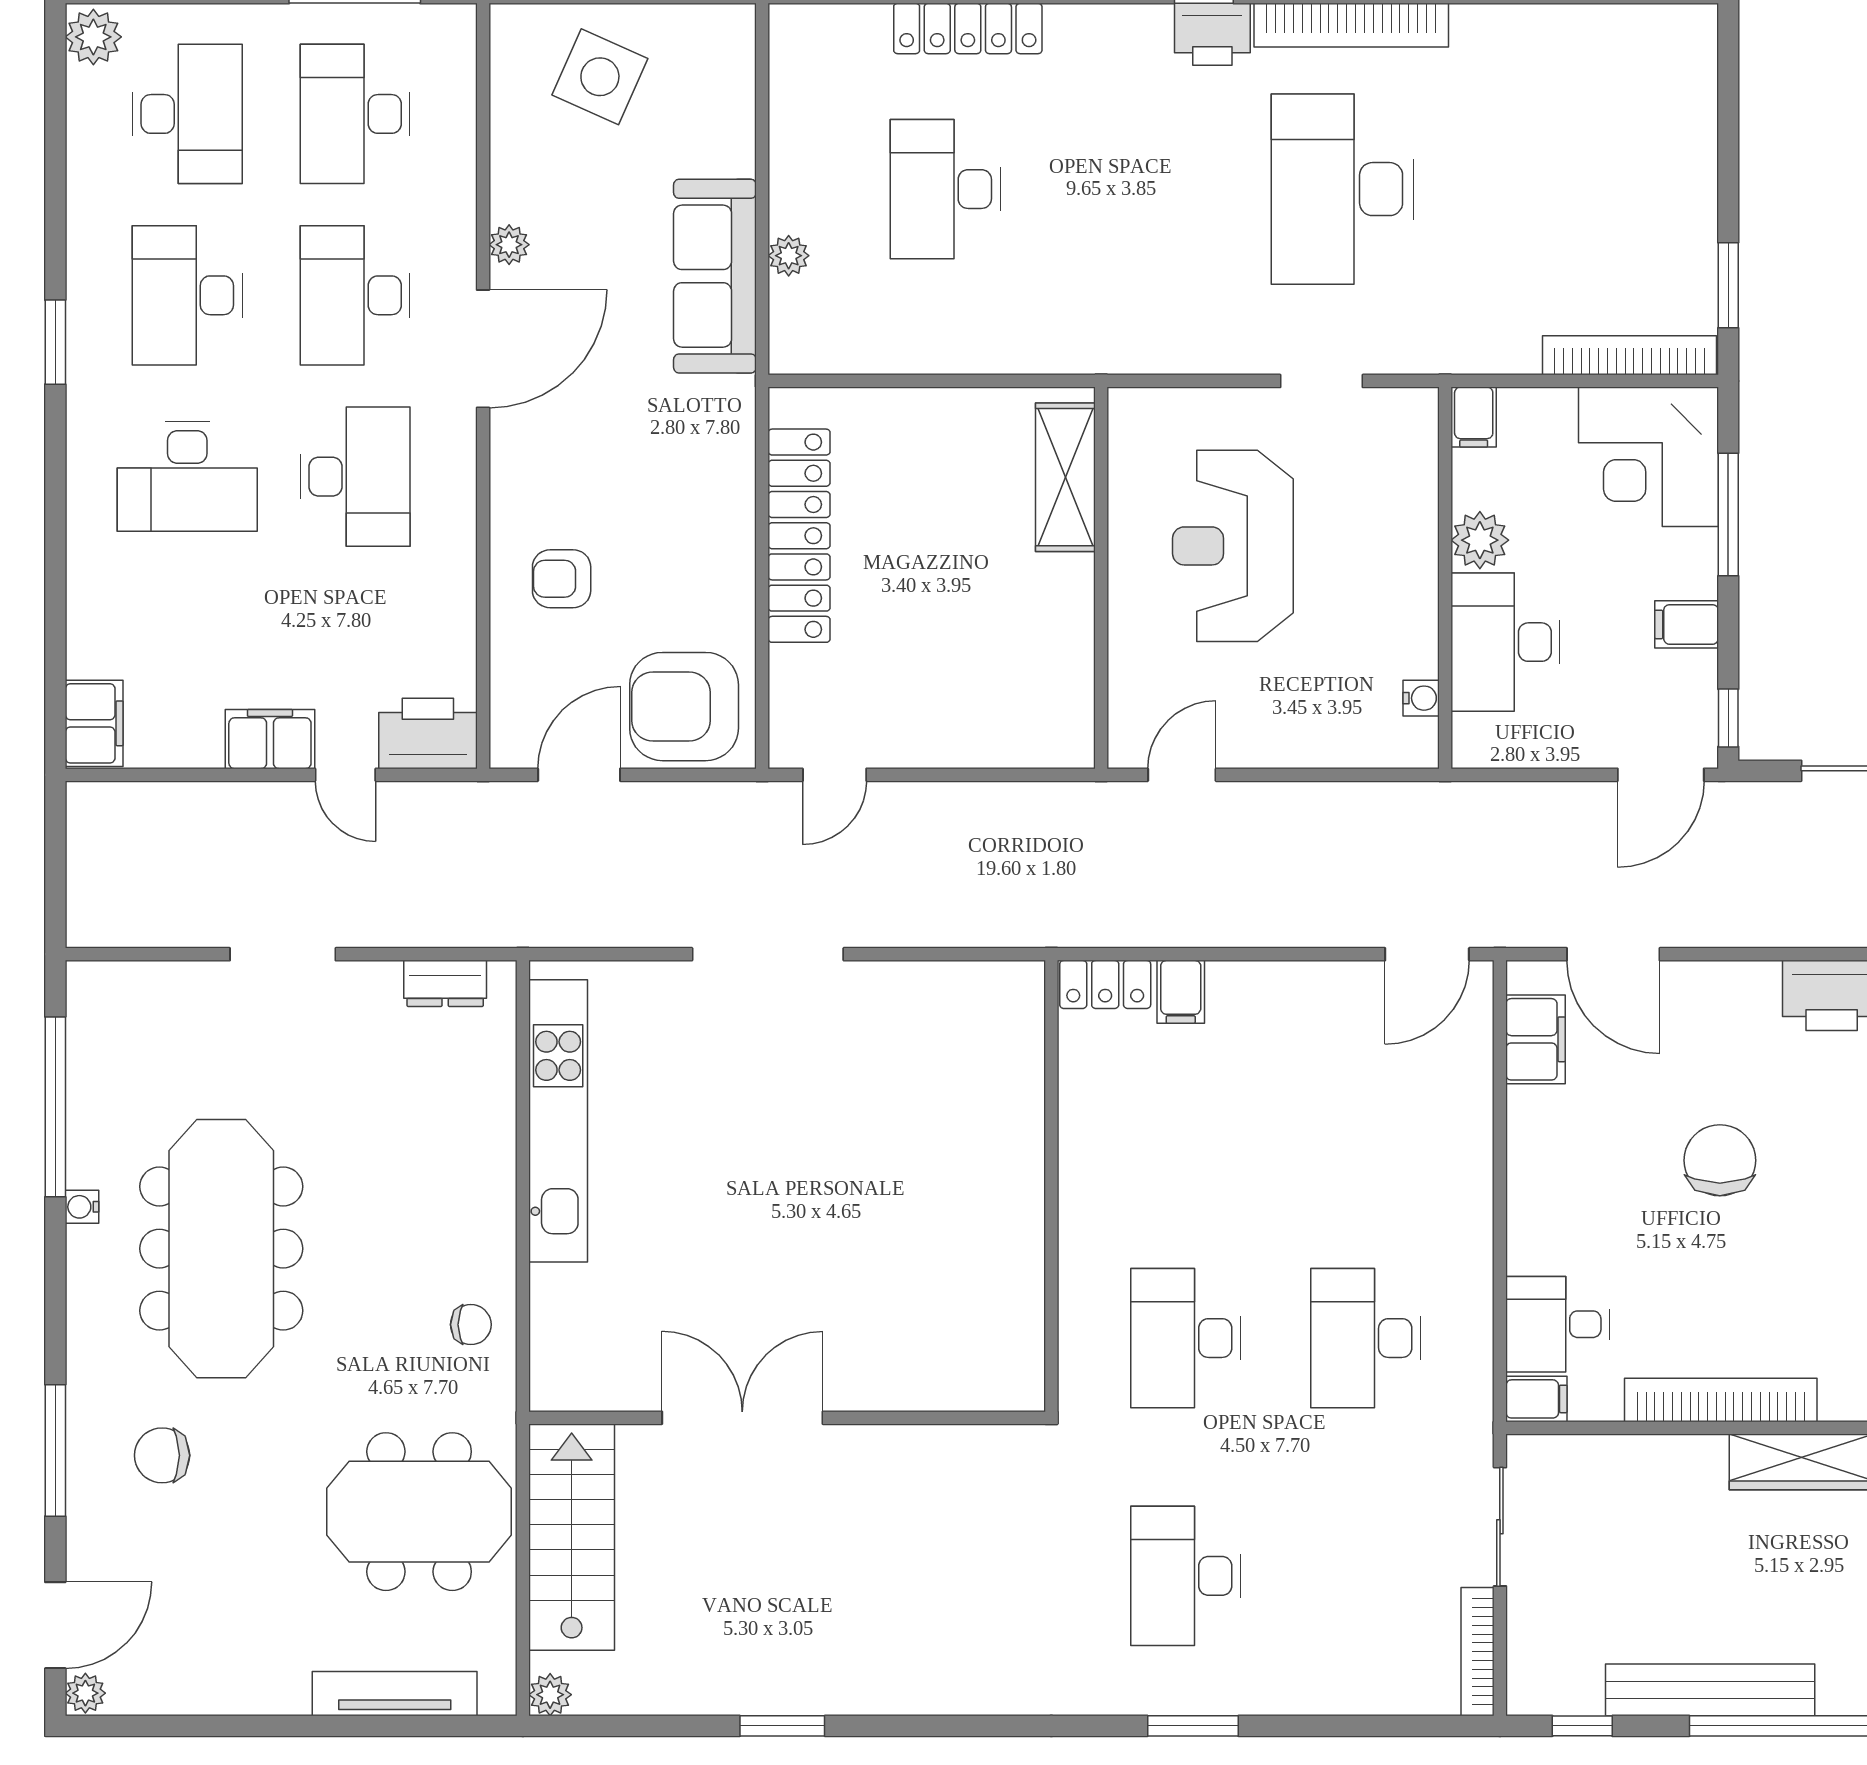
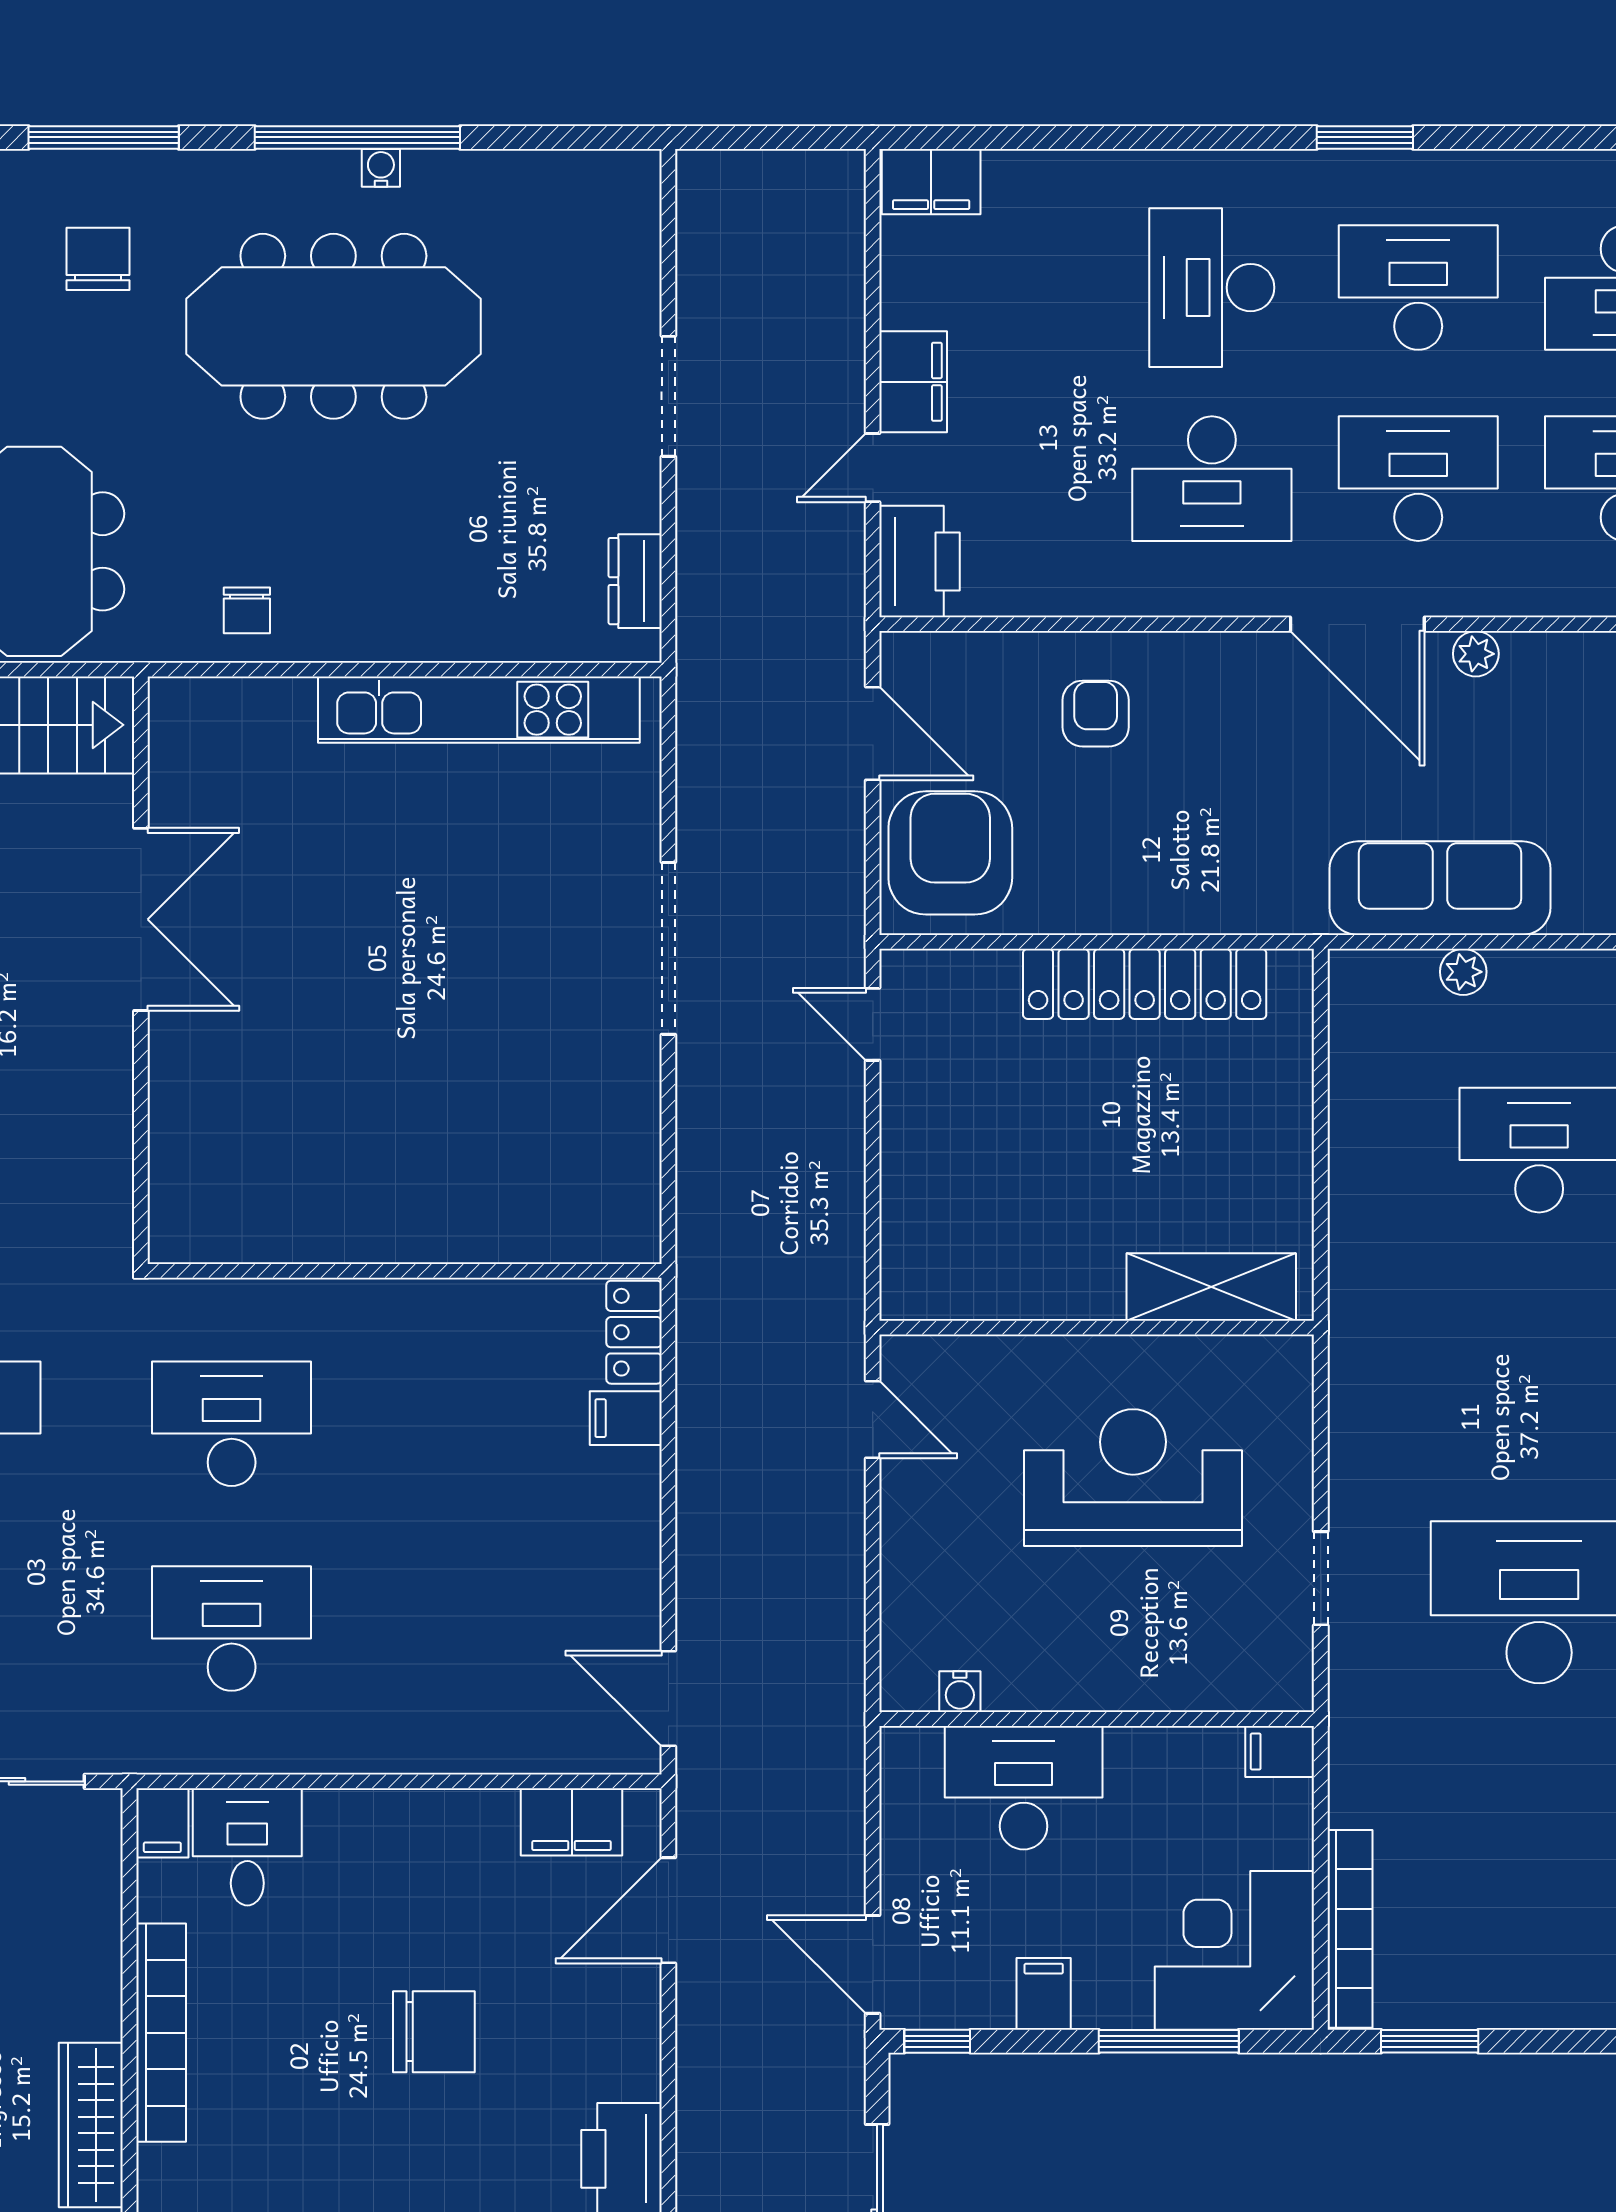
plant: (1480, 540) -> (1140, 1759), removed
window: (55, 1107) -> (357, 137), moved

